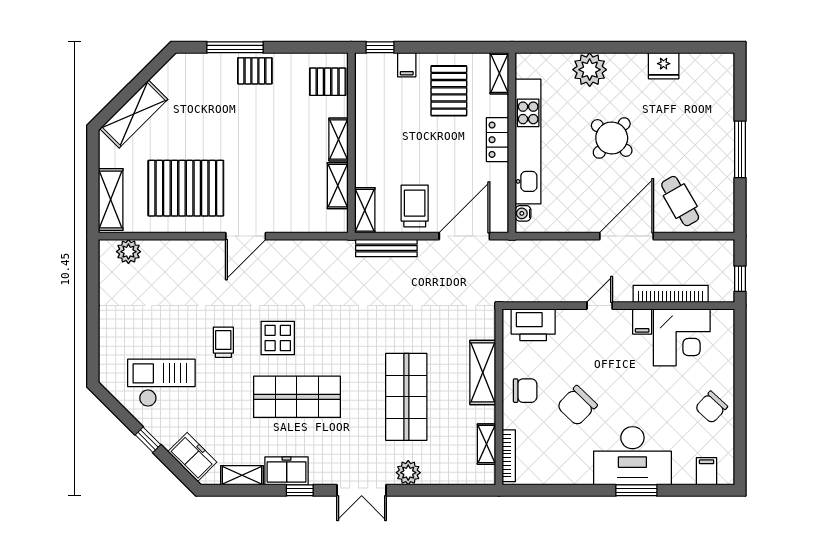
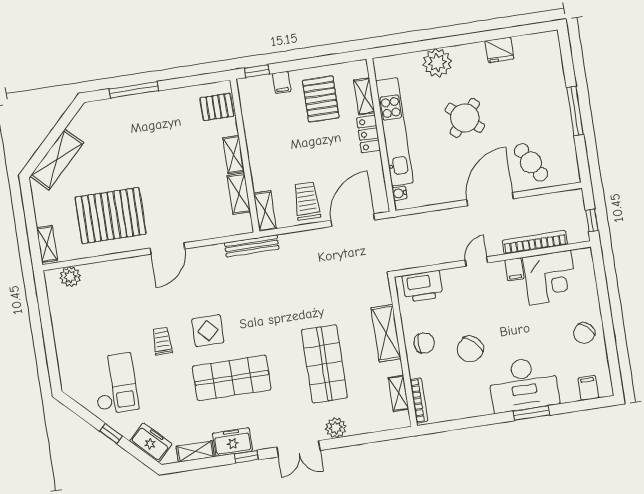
pallet: (255, 71) -> (154, 107), removed
shelving: (499, 73) -> (364, 96), moved
shelving: (111, 199) -> (47, 244), width x0.67, depth x0.75
bench: (386, 248) -> (252, 246), moved
checkout: (161, 383) -> (115, 384), turned 90

